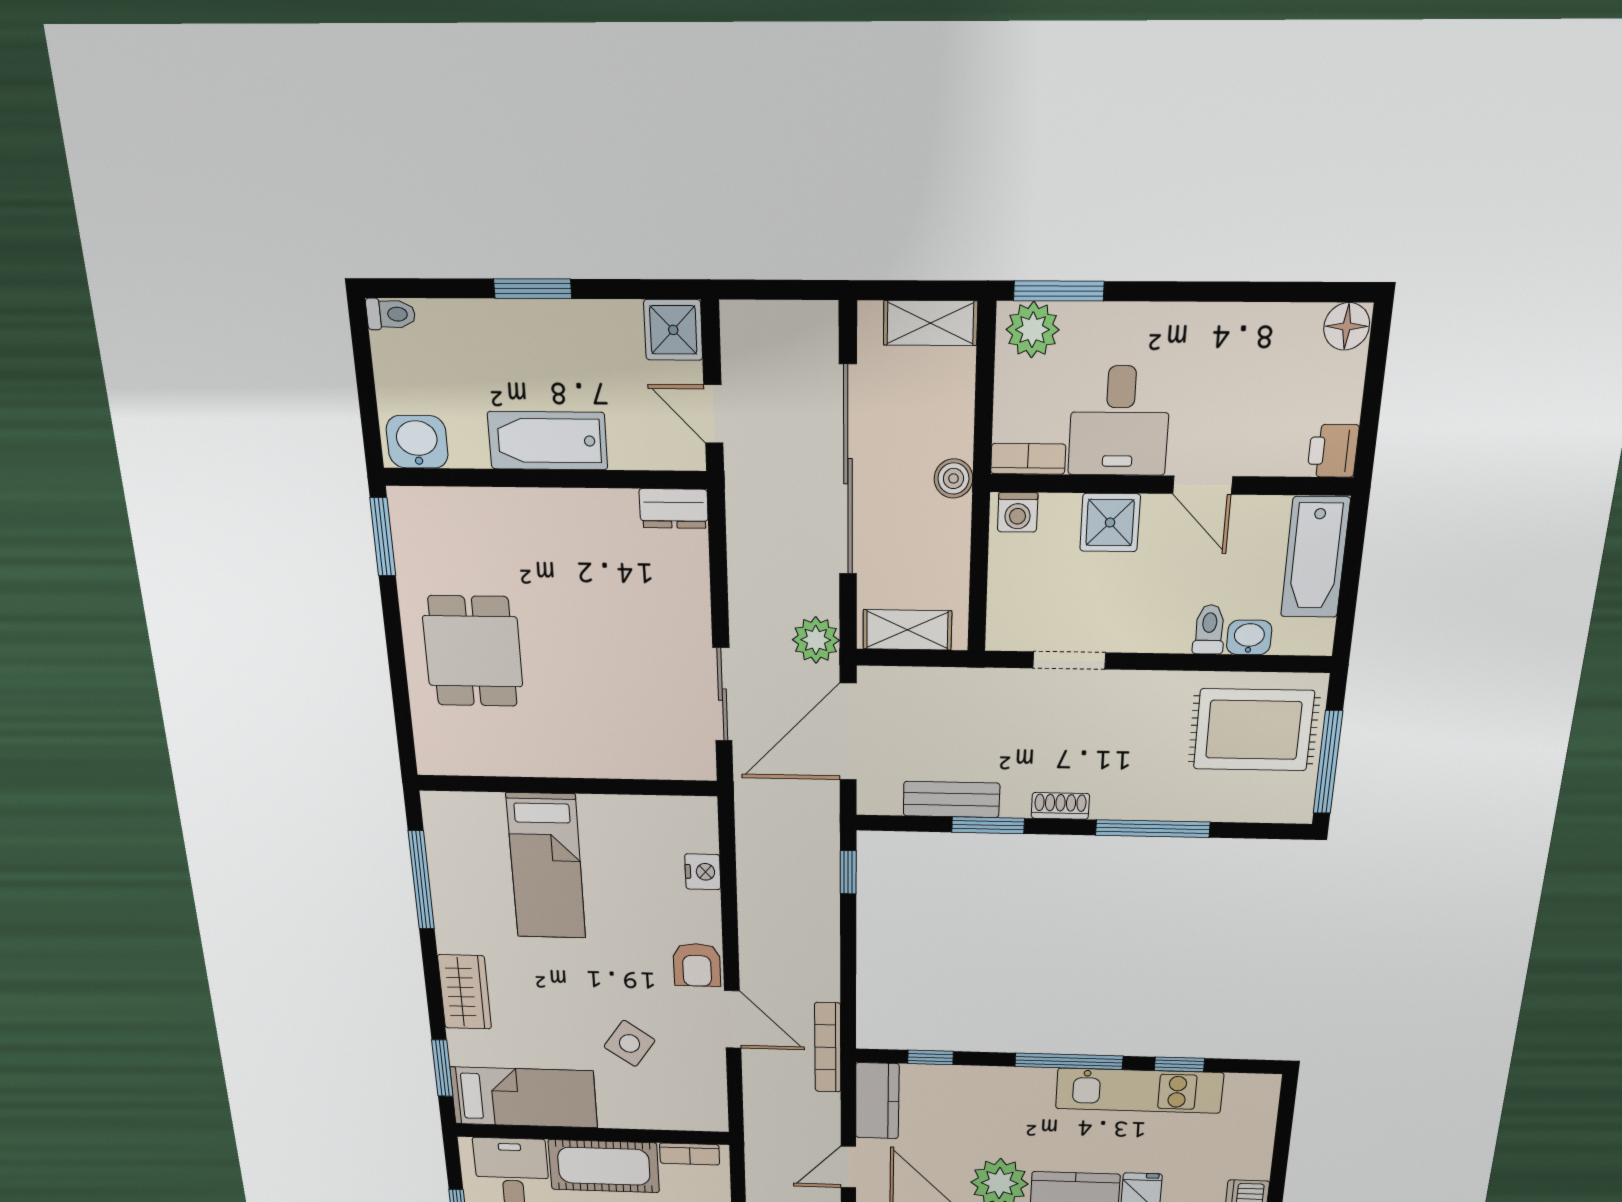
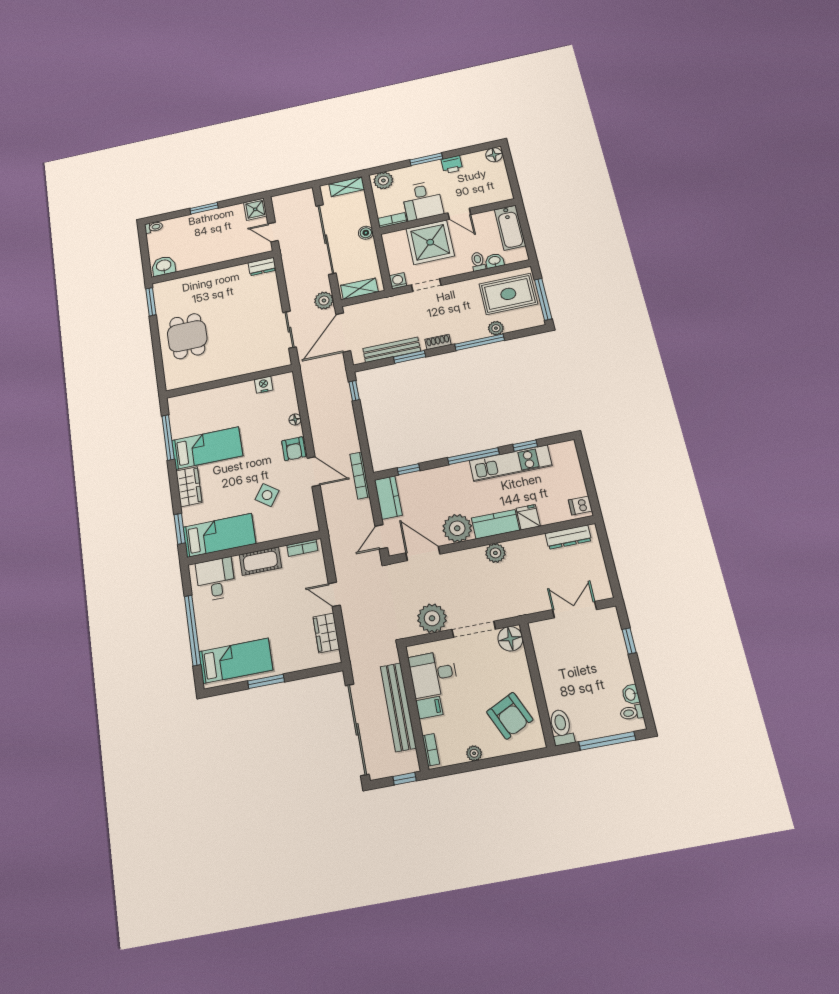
window: (1059, 291) -> (426, 159), moved
bathtub: (548, 441) -> (212, 255), removed
printer: (1333, 451) -> (452, 164), moved, turned -90
washing machine: (1018, 512) -> (398, 281), moved, turned 180
shower: (1110, 523) -> (430, 242), width x1.86, depth x1.86
bench: (951, 799) -> (392, 350), width x1.36
plant: (1199, 805) -> (496, 328), added
bed: (546, 866) -> (207, 448), moved, turned -90
nightstand: (703, 872) -> (264, 385), moved, turned -90
floor lamp: (708, 905) -> (295, 419), added
cot: (604, 1166) -> (260, 561), width x0.73, depth x0.75

